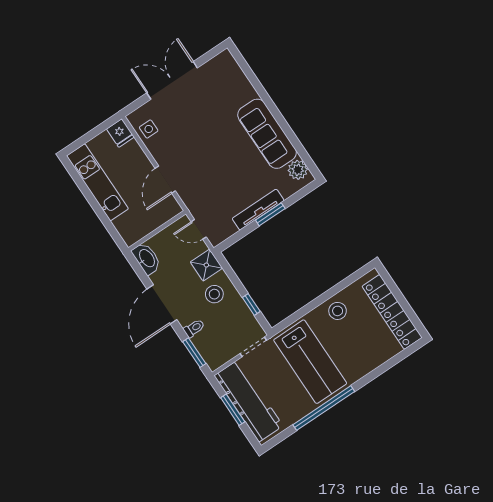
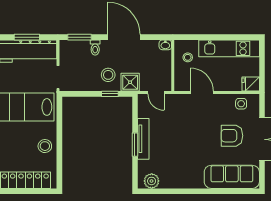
armchair: (190, 116) -> (232, 136), added
sofa: (267, 134) -> (232, 177), moved
stool: (137, 221) -> (188, 57), added
door: (199, 229) -> (156, 93), swing flipped
washbasin: (147, 258) -> (165, 45), width x0.52, depth x0.69
window: (251, 304) -> (110, 94), moved

